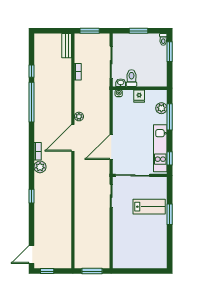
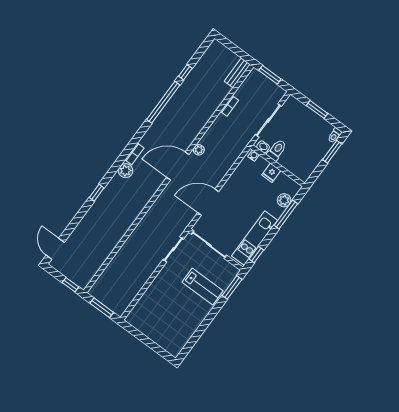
window: (170, 214) -> (232, 287), moved
door: (31, 254) -> (55, 249), hinge flipped
window: (47, 271) -> (70, 285), moved

